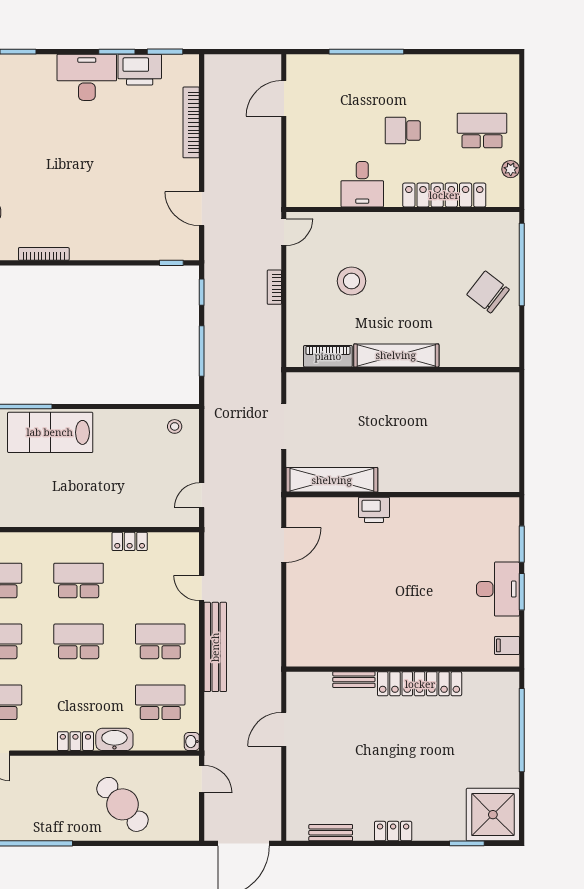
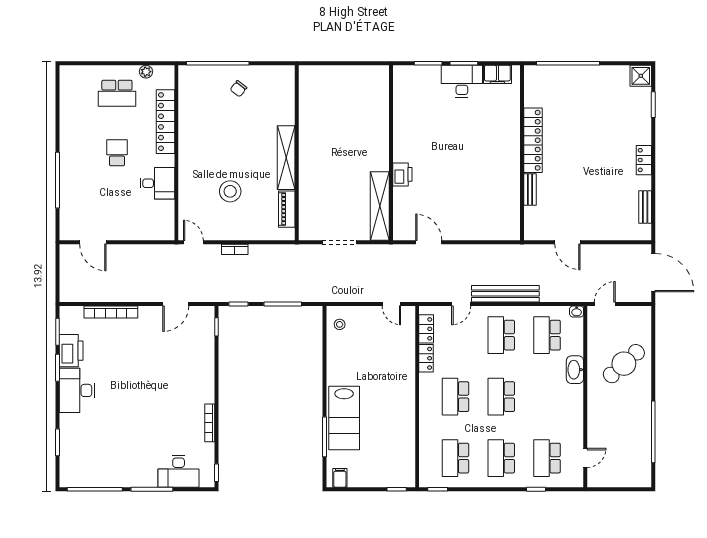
school desk: (403, 131) -> (117, 153), turned 180
school desk: (482, 131) -> (117, 93), turned -90
chair: (488, 292) -> (238, 89), width x0.54, depth x0.54
filing cabinet: (507, 645) -> (497, 74), width x2.00
locker: (75, 741) -> (426, 329), moved, turned 180
shower: (493, 815) -> (641, 76), width x0.54, depth x0.54

